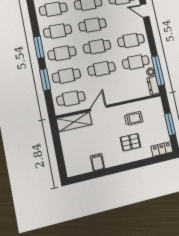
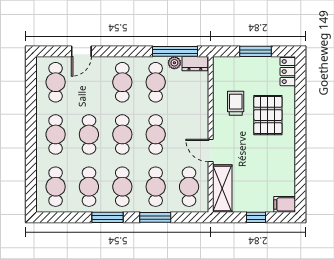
pallet: (130, 142) -> (268, 115), width x1.50, depth x1.42
window: (58, 150) -> (256, 217), added
filing cabinet: (97, 162) -> (285, 204), moved

